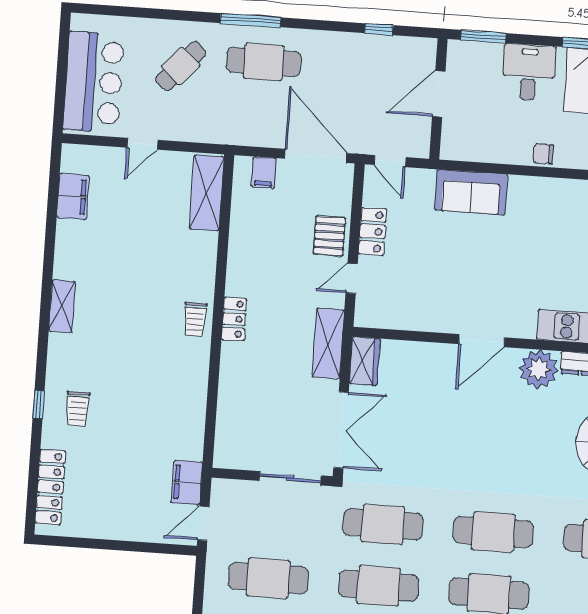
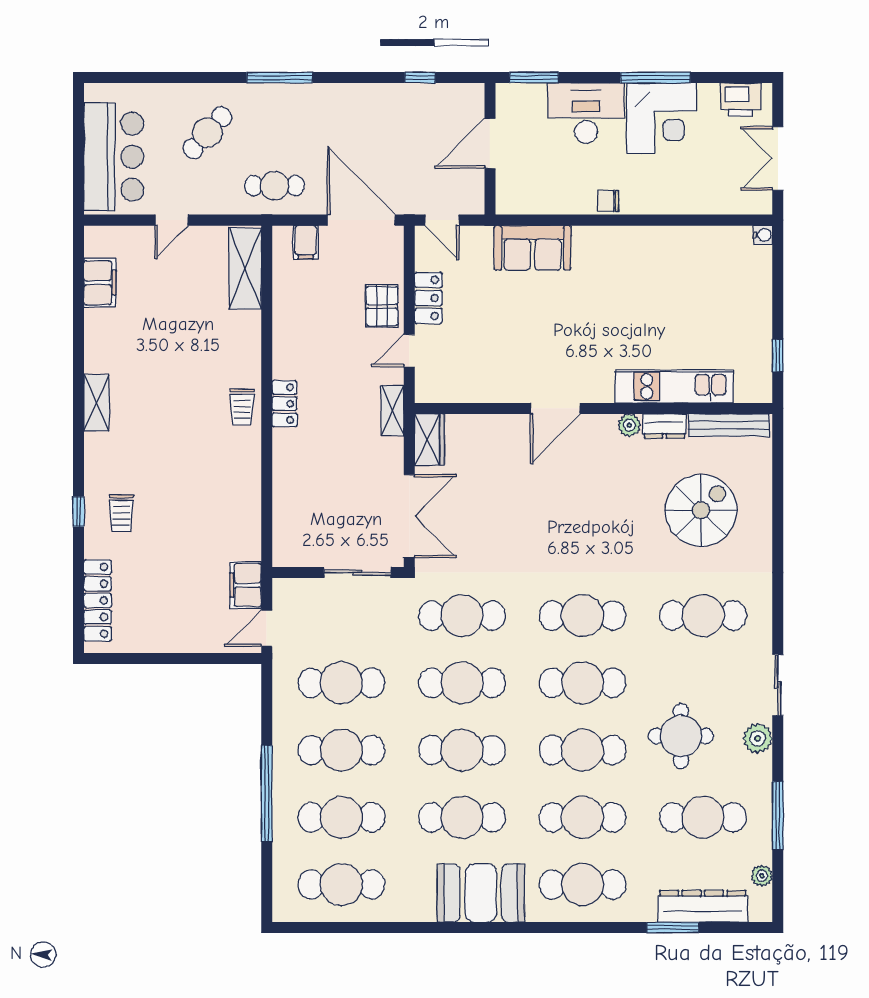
cafe table: (264, 62) -> (274, 186), moved, width x0.73, depth x0.74
desk: (529, 72) -> (586, 113), width x1.37
shelving: (328, 343) -> (393, 410), width x0.67, depth x0.75
plant: (539, 369) -> (629, 425), width x0.53, depth x0.53

